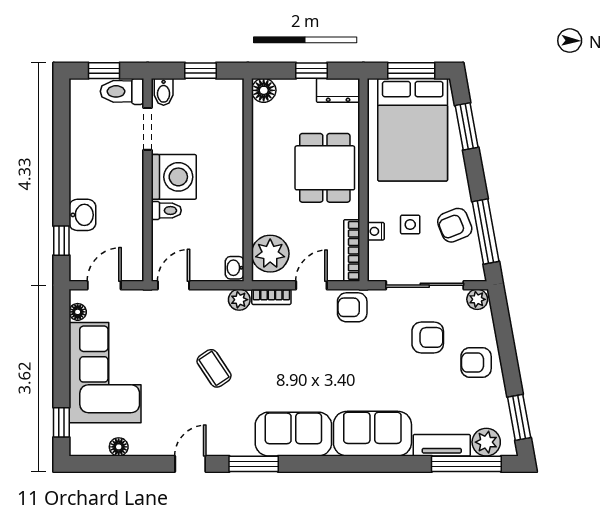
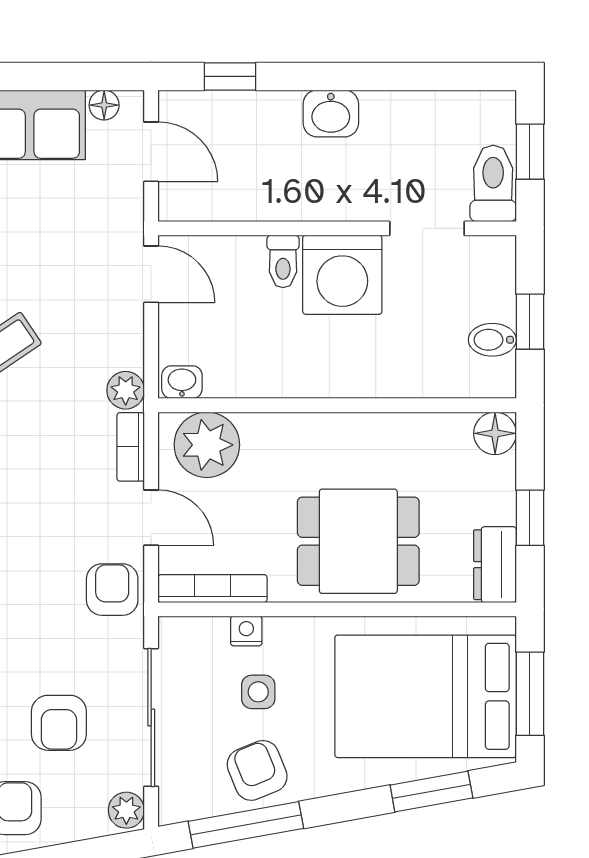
bidet: (164, 92) -> (492, 340), moved
washbasin: (82, 215) -> (331, 113), moved

